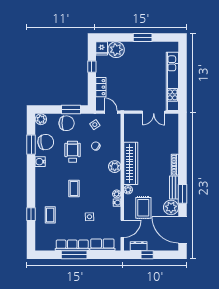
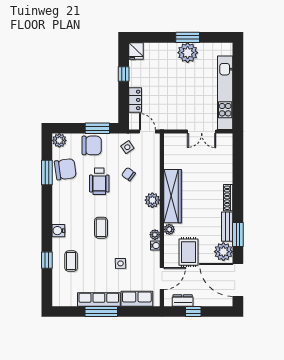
plant: (116, 50) -> (188, 53), moved
wheelchair: (73, 152) -> (99, 181), turned 180
water cooler: (40, 162) -> (58, 231), moved

